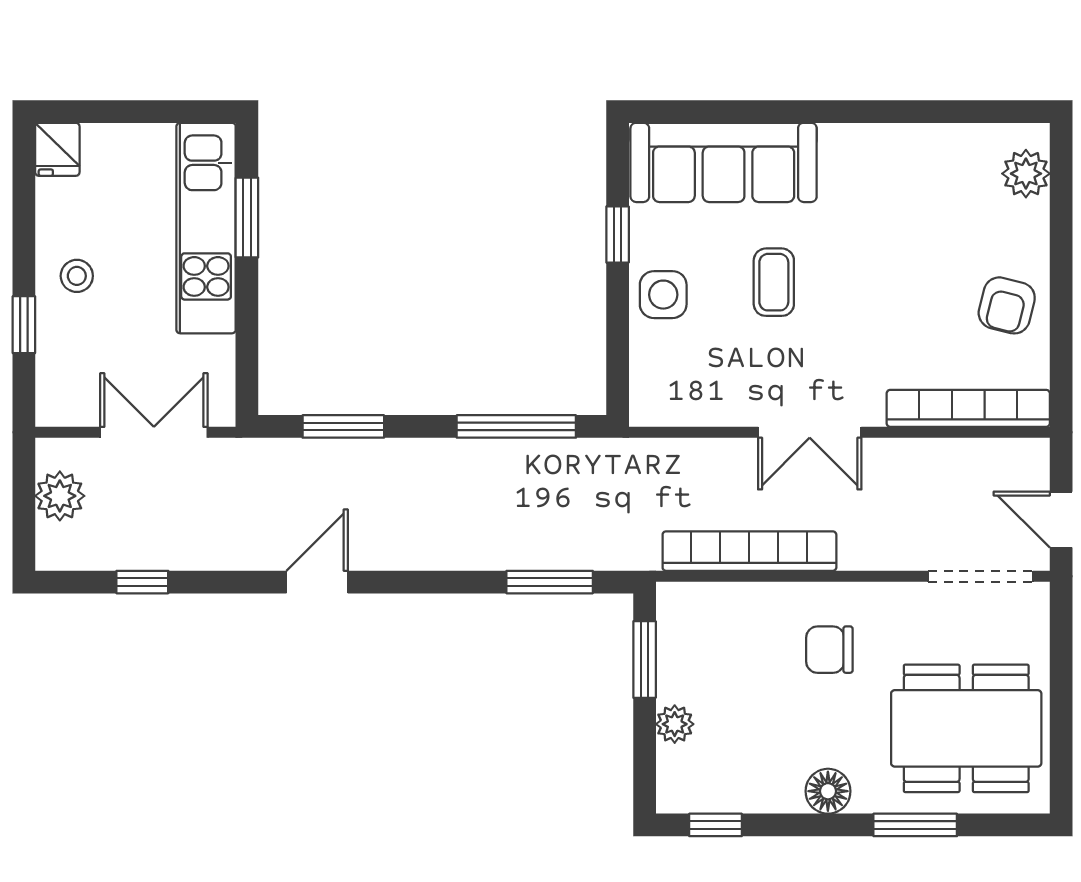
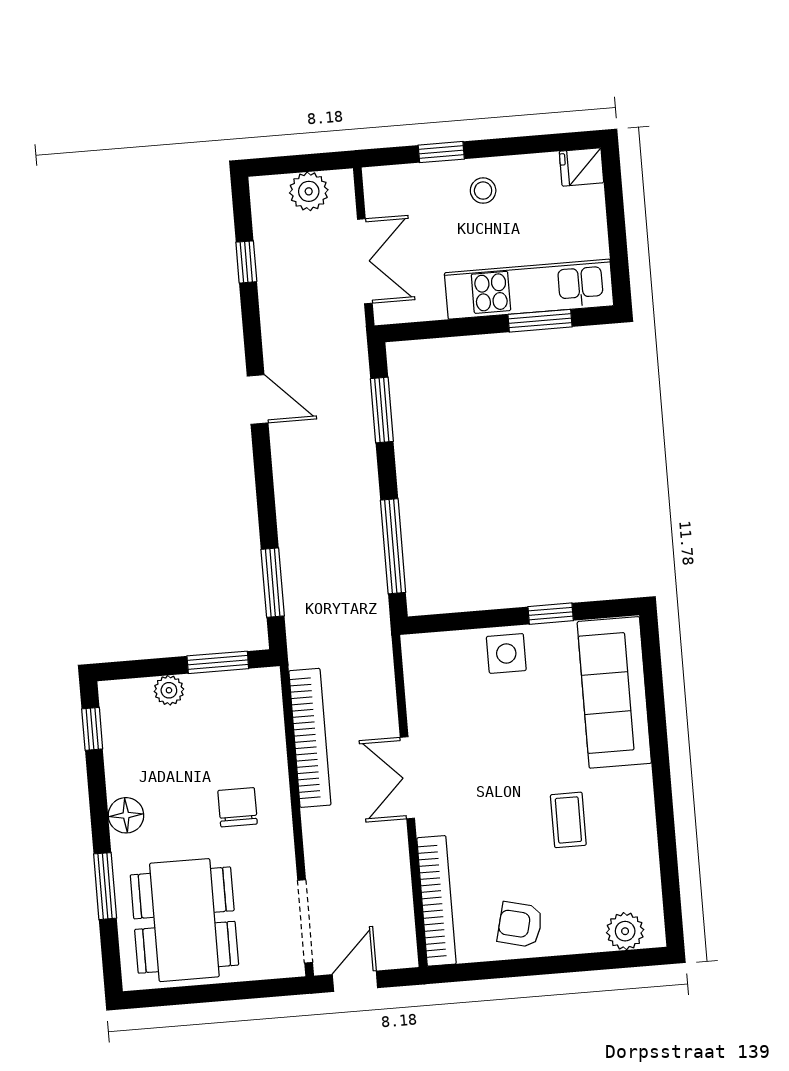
coffee table: (774, 282) -> (568, 820), moved, turned 90

